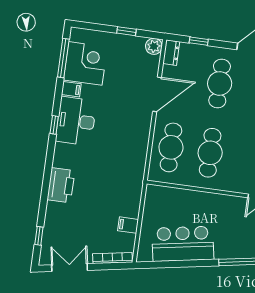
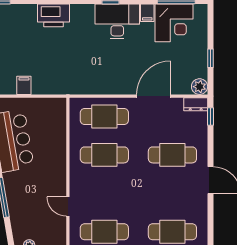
window: (199, 41) -> (210, 116), moved
door: (157, 94) -> (154, 96), swing flipped

